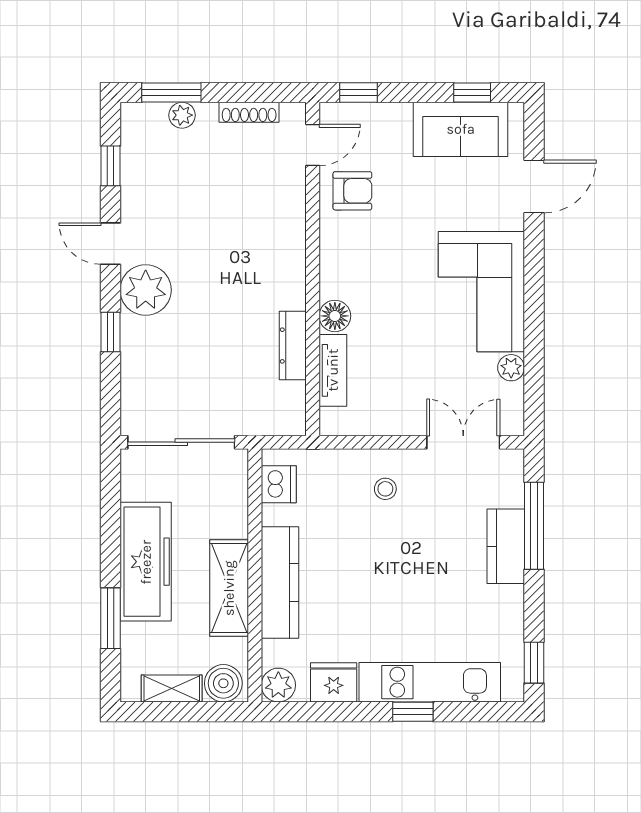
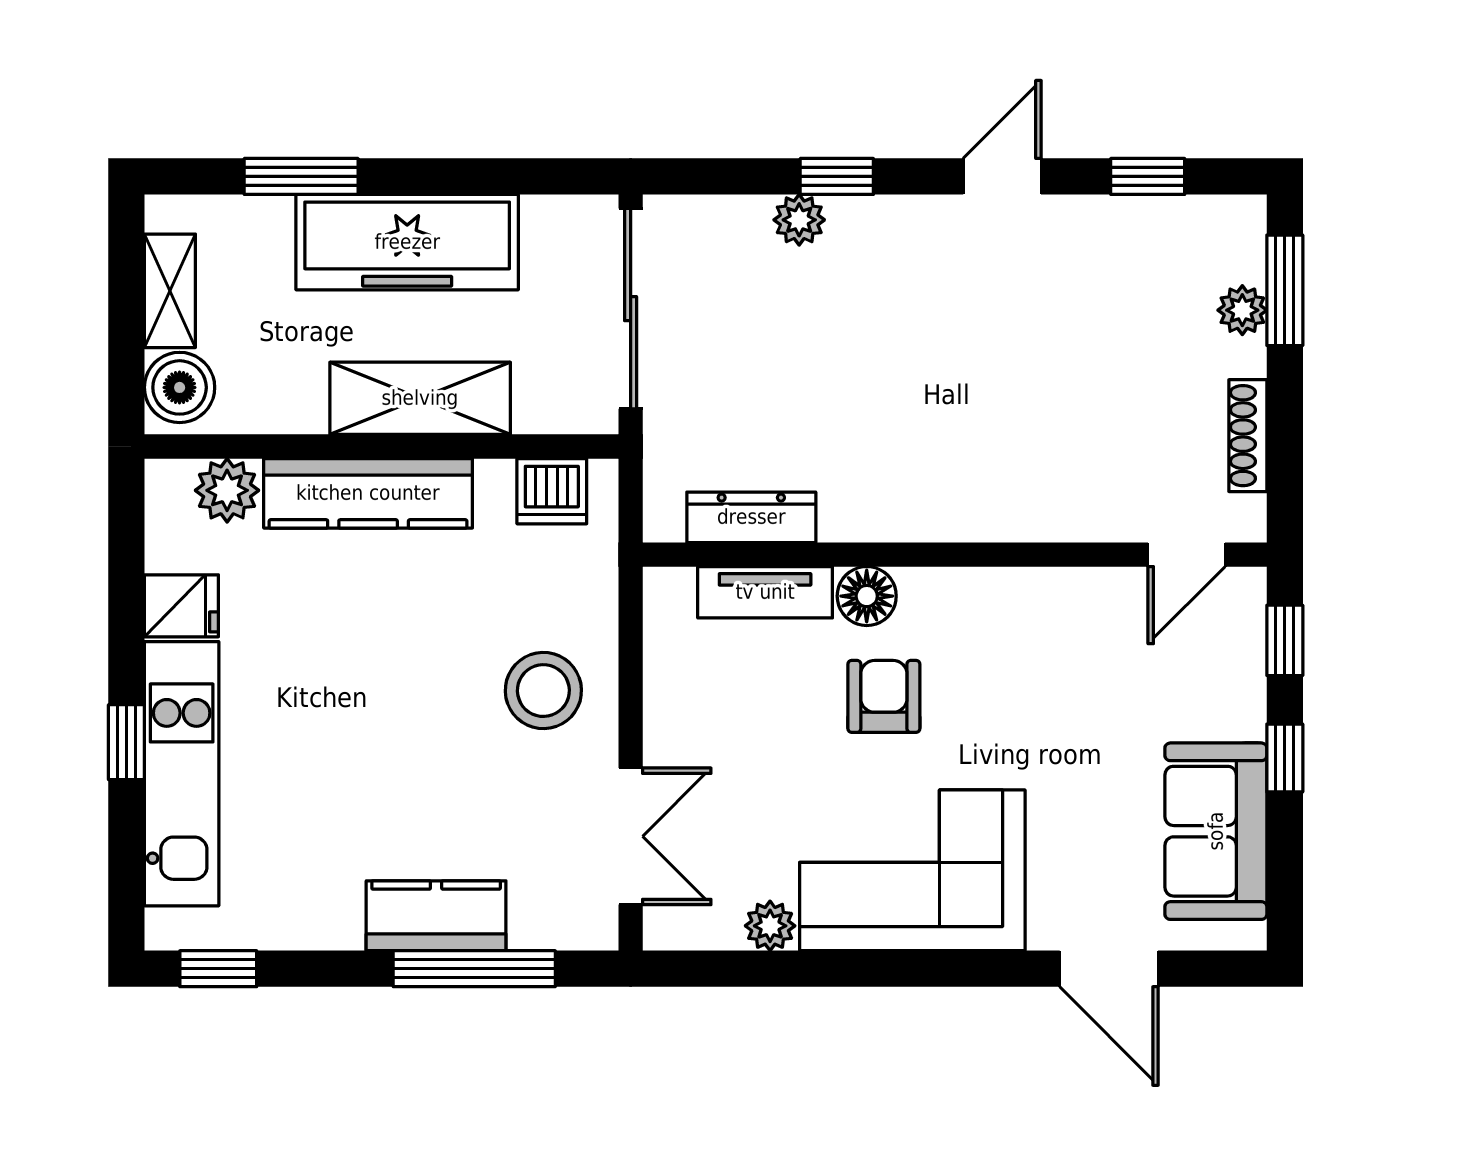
window: (472, 93) -> (1285, 758), moved
door: (313, 145) -> (1187, 555), hinge flipped
armchair: (352, 191) -> (884, 696), moved, turned 180
plant: (146, 290) -> (799, 220), moved, width x0.53, depth x0.53
dresser: (293, 346) -> (751, 517), moved
stool: (385, 489) -> (543, 691), width x1.89, depth x1.89
shelving: (229, 588) -> (420, 398), moved
fridge: (334, 682) -> (181, 606), width x0.72
plant: (278, 685) -> (227, 490), moved

